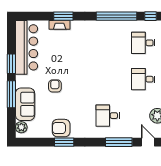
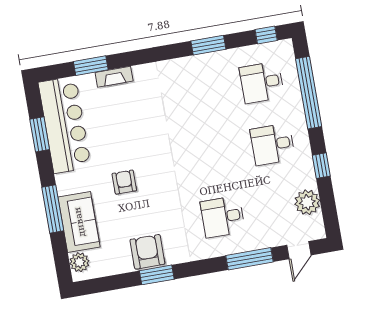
window: (63, 16) -> (91, 66), moved
window: (116, 16) -> (208, 45), width x0.47
window: (11, 64) -> (40, 134), moved
armchair: (61, 128) -> (147, 252), turned 90
door: (148, 142) -> (299, 250), swing flipped

